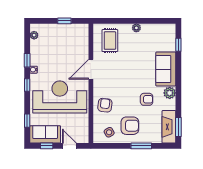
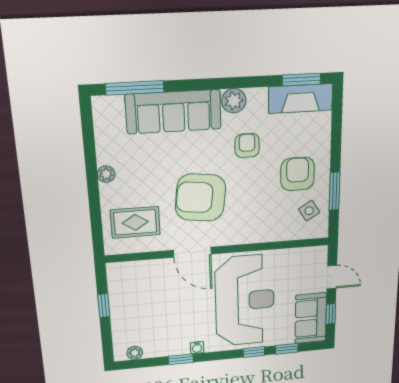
window: (178, 45) -> (135, 88), width x2.17
sofa: (166, 69) -> (174, 112), width x1.36
window: (27, 85) -> (254, 352), moved
reception desk: (60, 97) -> (245, 301), turned 180
armchair: (105, 105) -> (201, 198), moved, width x1.88, depth x1.88
door: (69, 146) -> (332, 277), swing flipped
window: (141, 146) -> (334, 191), moved

